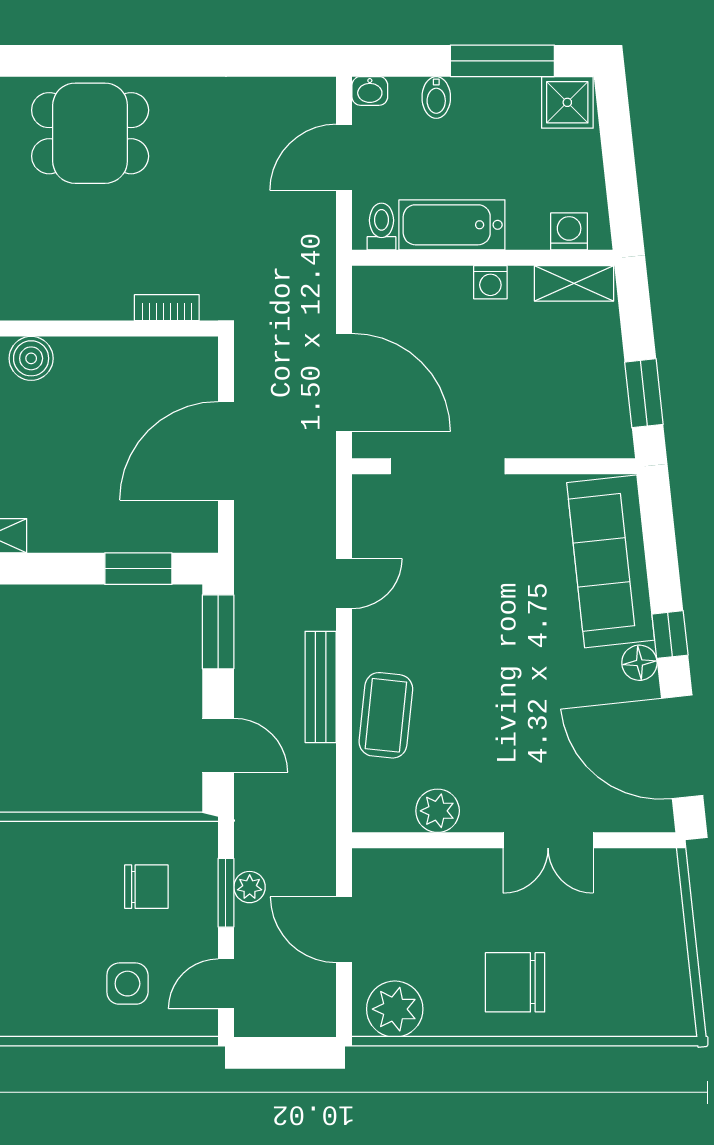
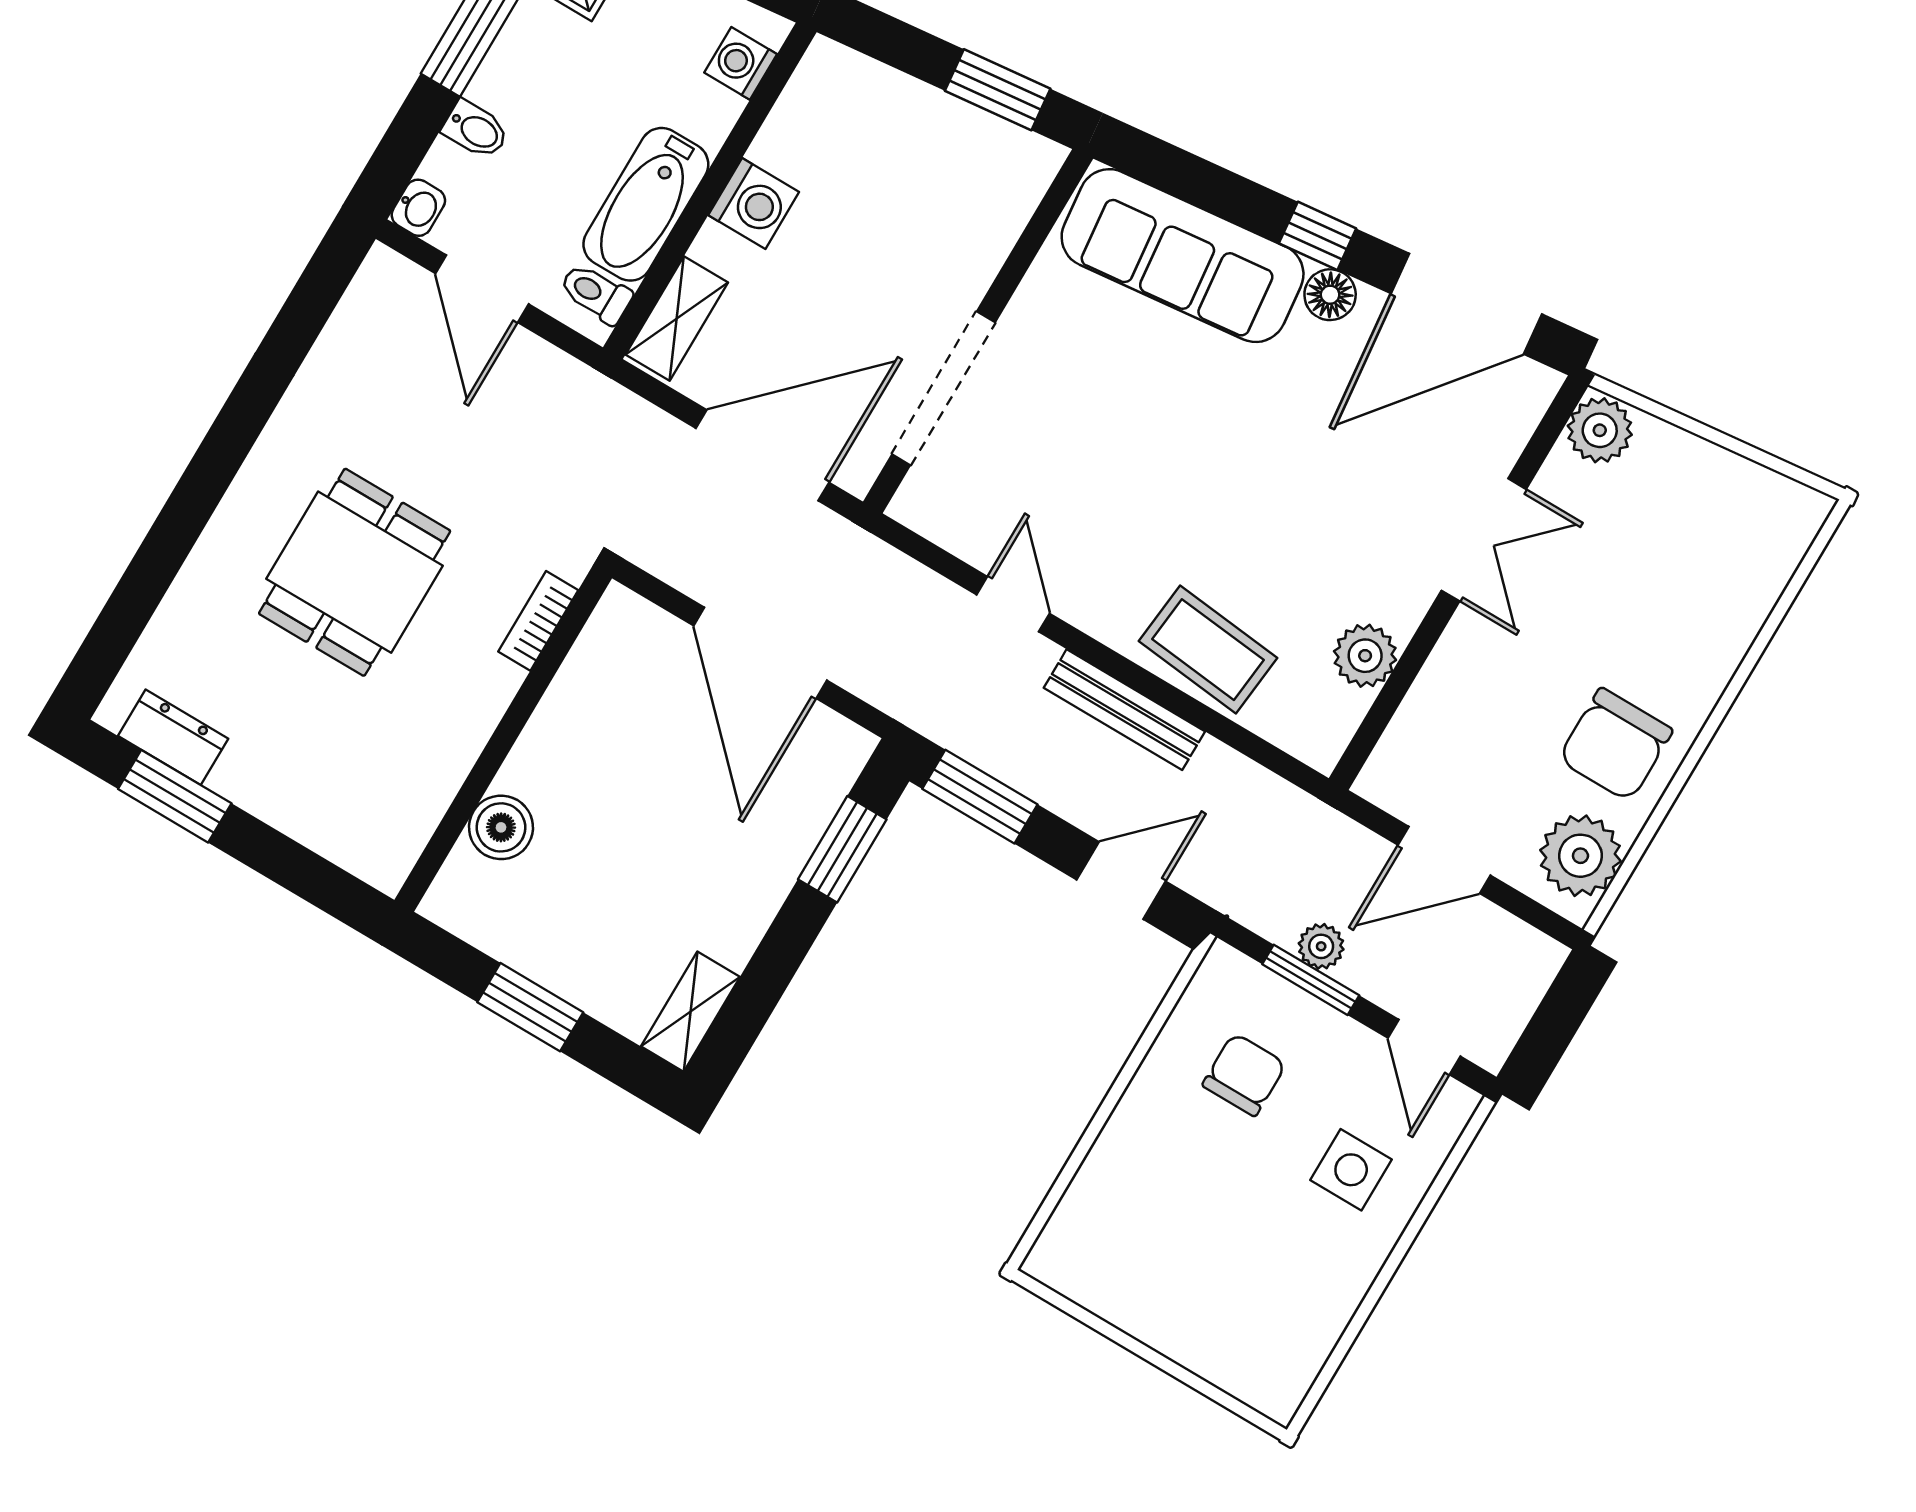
dining table: (90, 133) -> (355, 572), moved
washing machine: (490, 282) -> (754, 204), width x1.38, depth x1.38
shelving: (574, 283) -> (677, 319), moved
plant: (654, 871) -> (1600, 430), added
chair: (515, 982) -> (1615, 745), moved

